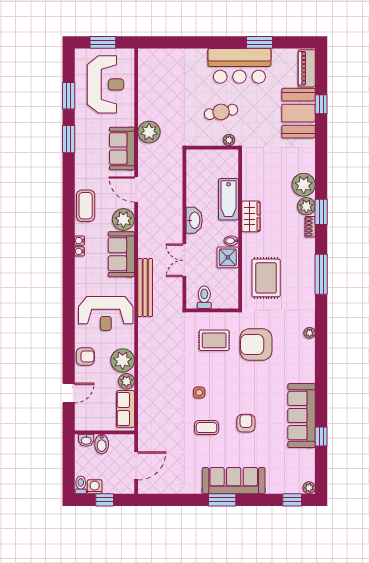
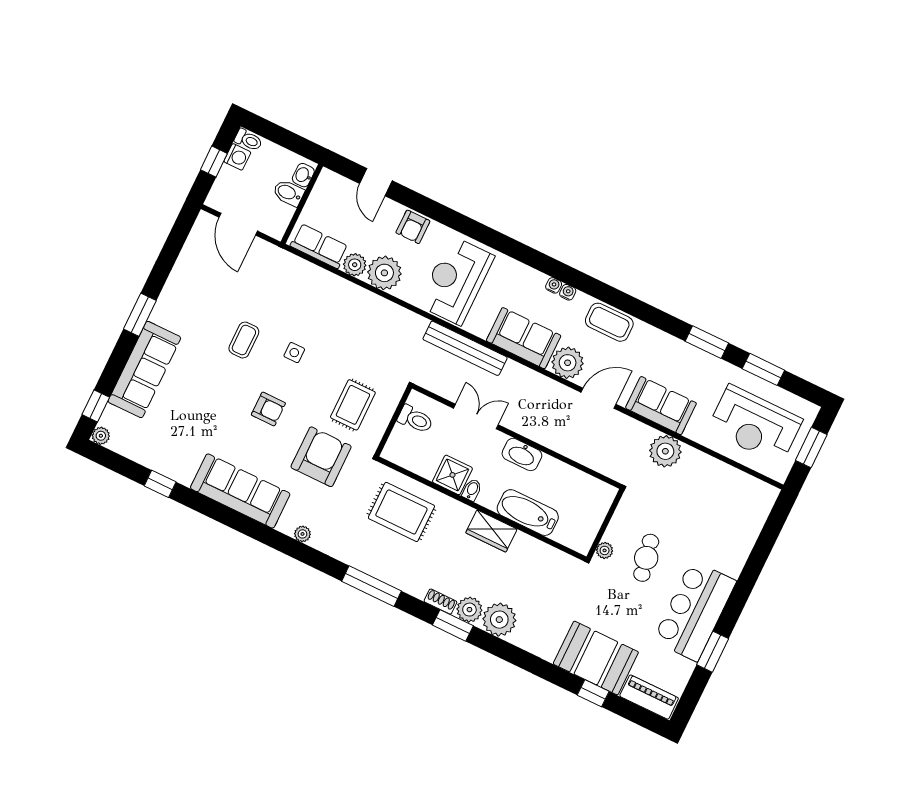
sofa: (302, 416) -> (240, 491), moved
armchair: (246, 423) -> (268, 409), moved
sofa: (234, 481) -> (144, 370), moved

